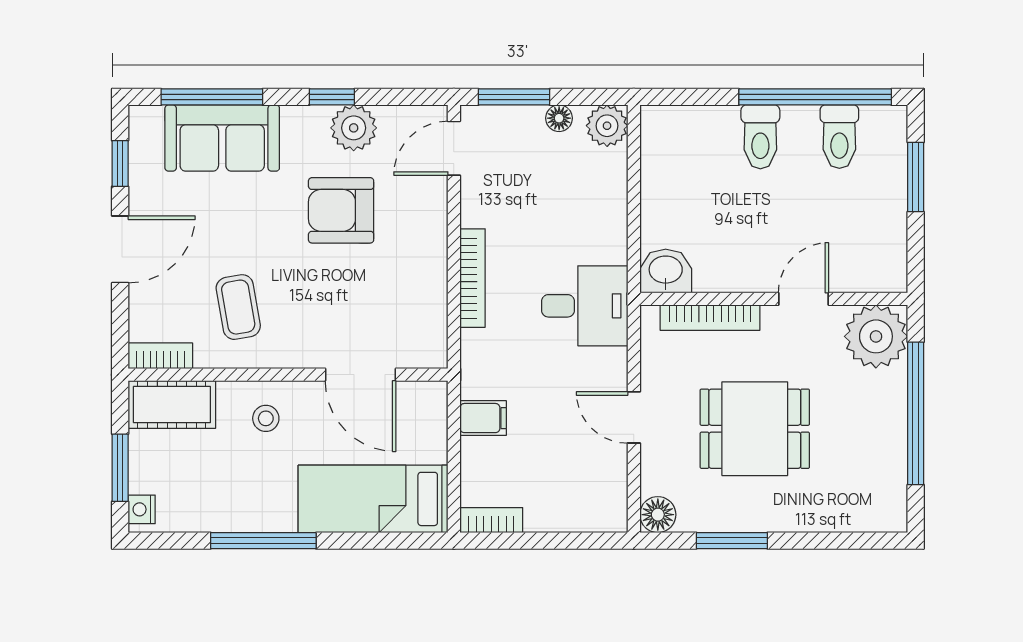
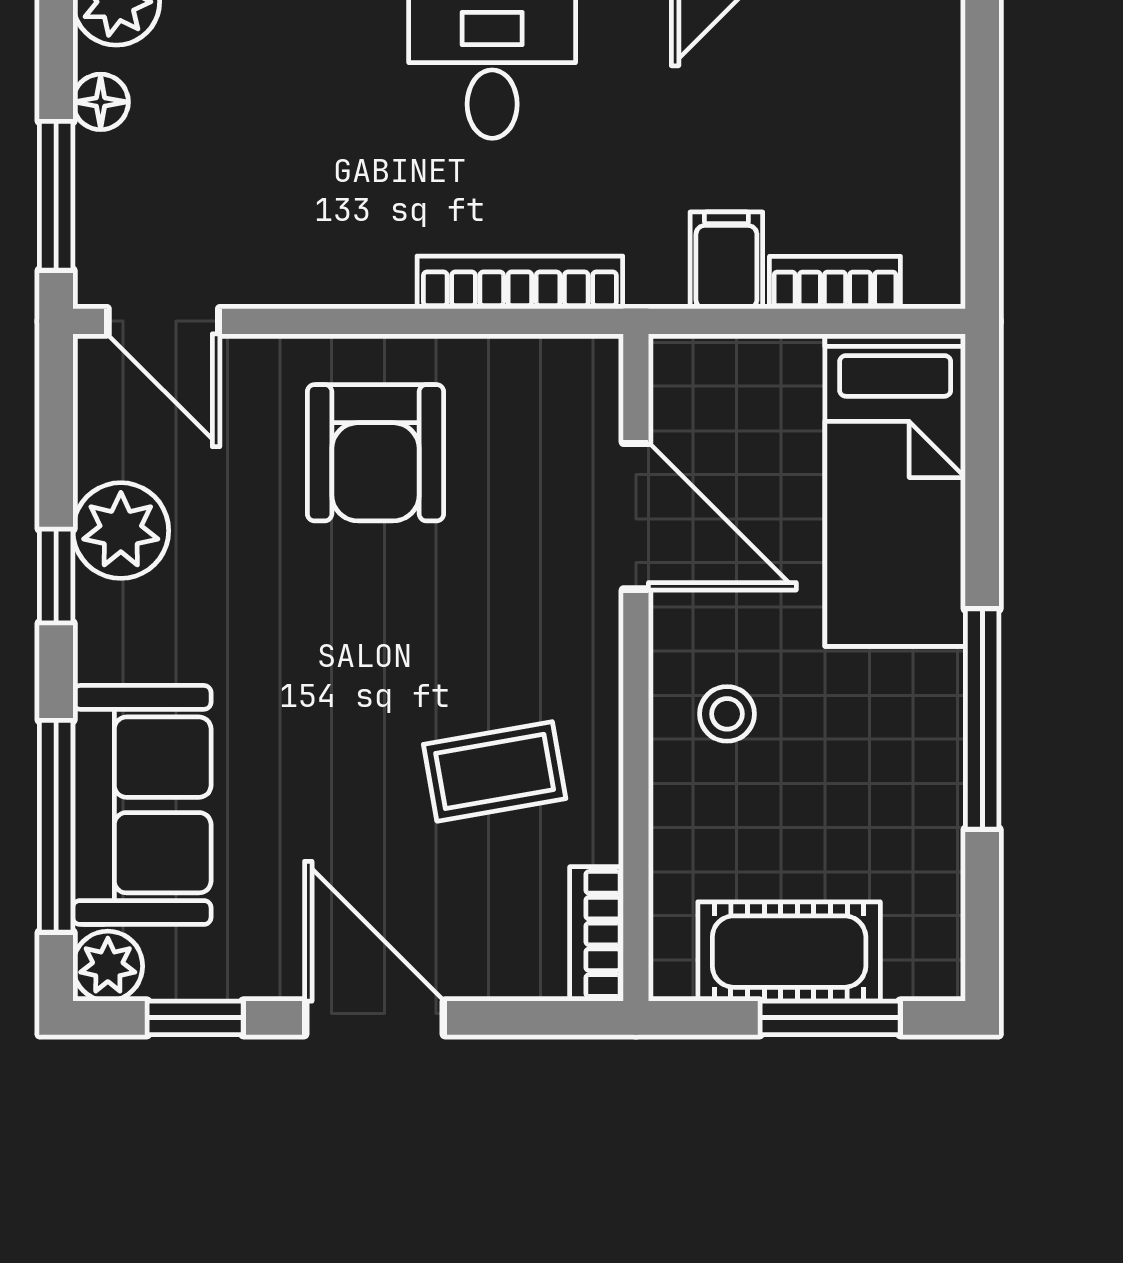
plant: (145, 122) -> (108, 966), added
armchair: (341, 210) -> (375, 453), moved
bookcase: (473, 278) -> (520, 282), moved
door: (361, 375) -> (636, 516), hinge flipped
cot: (172, 405) -> (789, 952), moved, turned 90
nightstand: (142, 509) -> (917, 973), removed
bookcase: (491, 520) -> (835, 283), moved, turned 90

